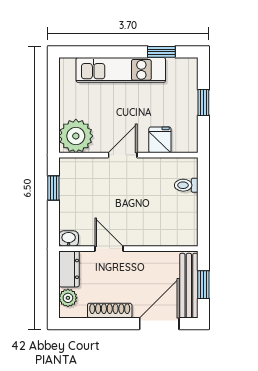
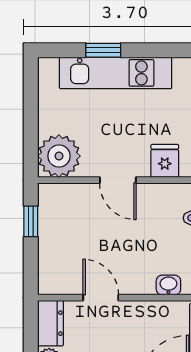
window: (161, 52) -> (103, 50), moved
door: (123, 155) -> (118, 180), swing flipped
washbasin: (69, 239) -> (168, 285), moved

